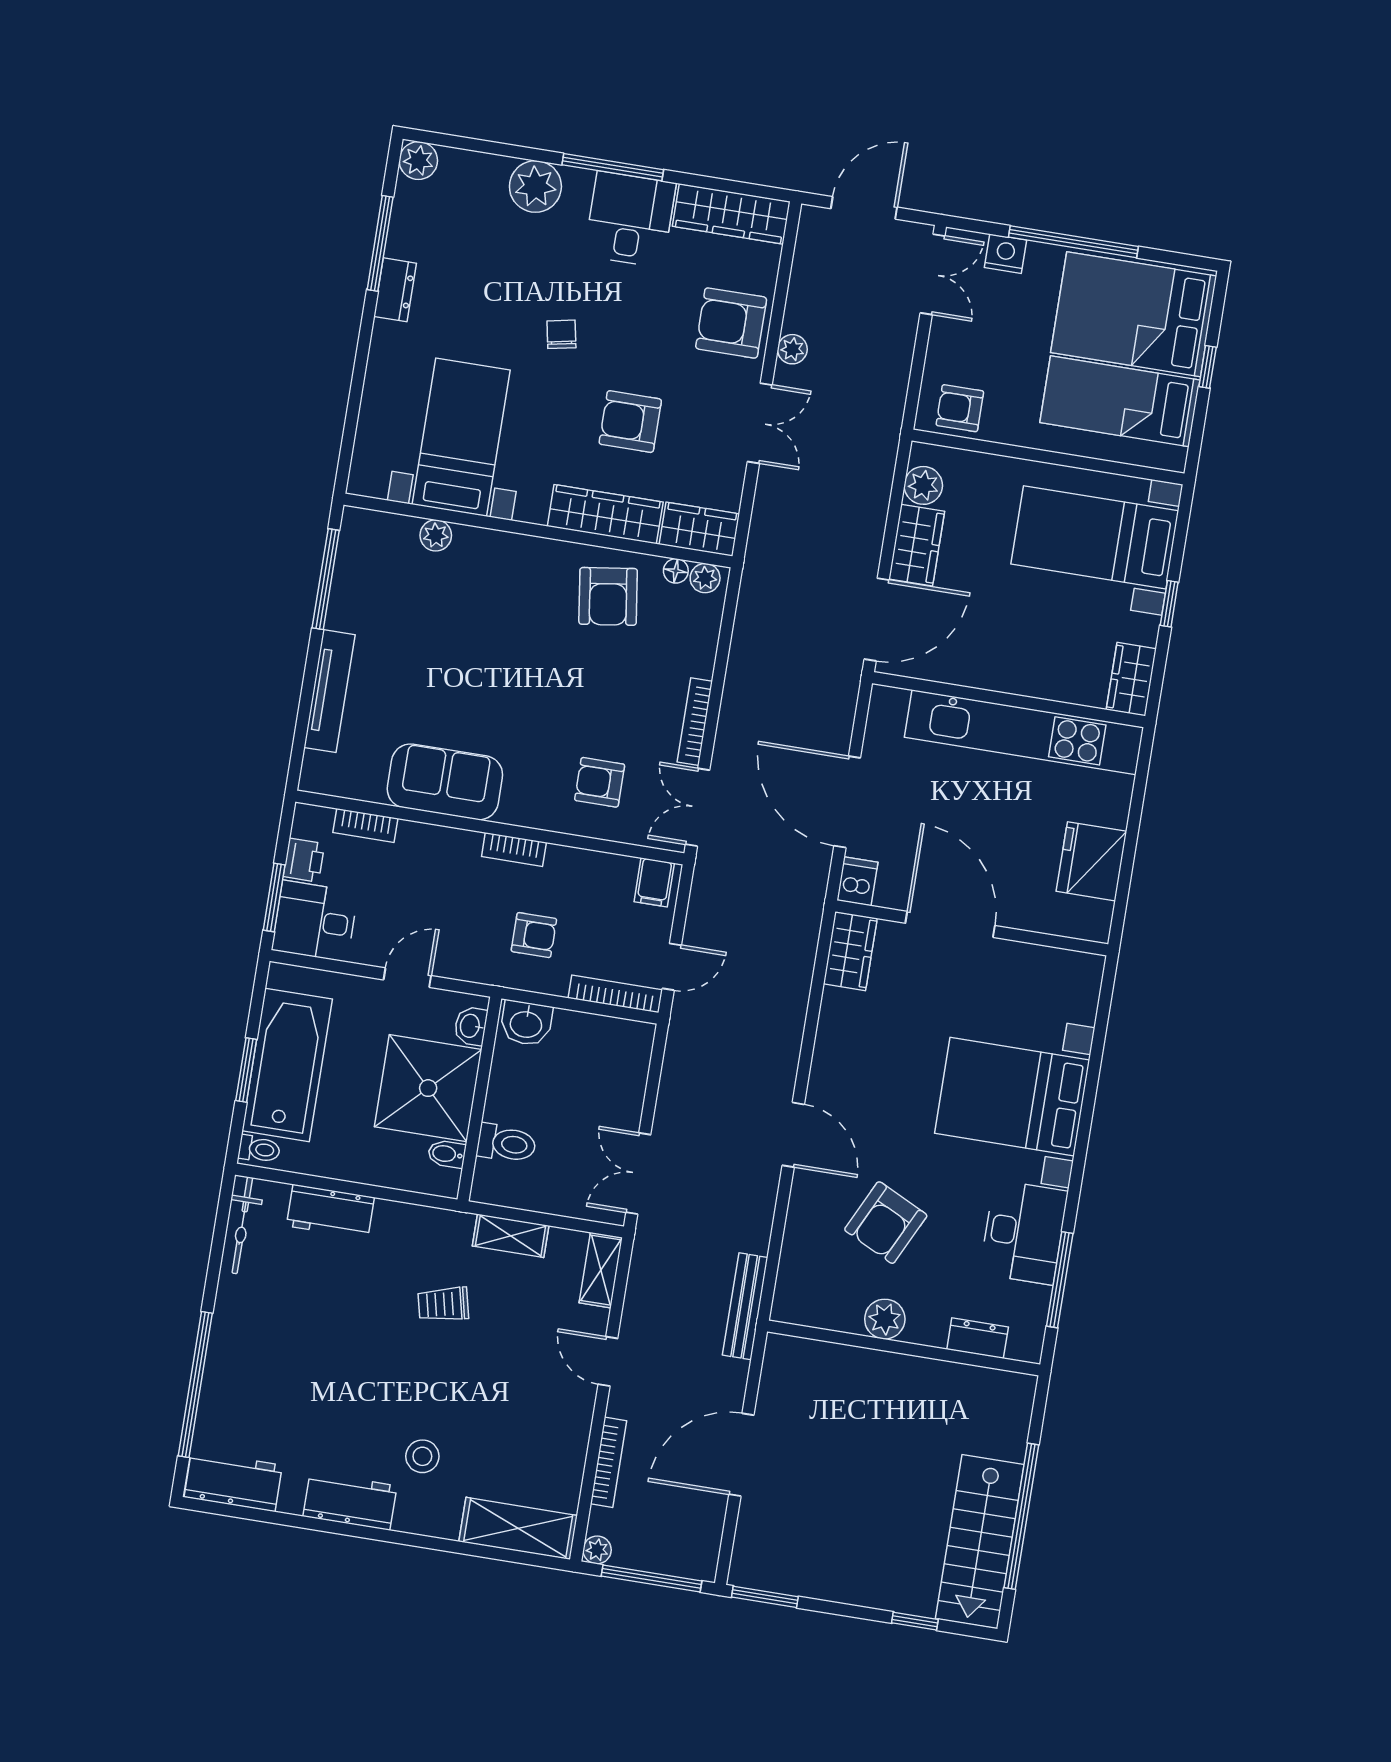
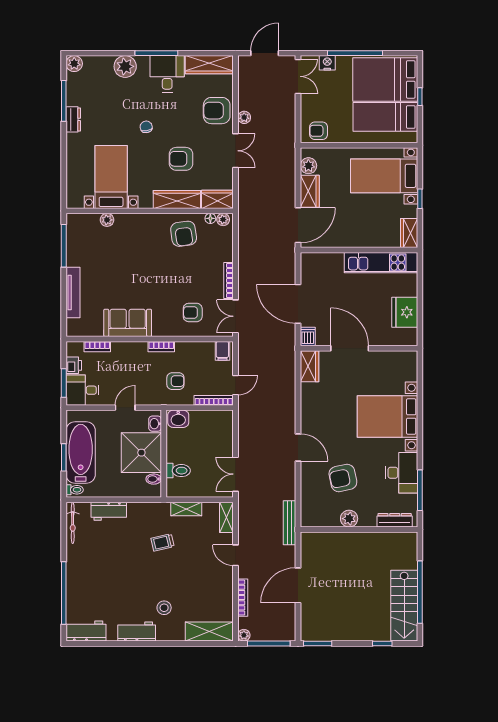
kitchen unit: (1024, 732) -> (381, 263), width x0.73
armchair: (886, 1223) -> (343, 478), turned 52
dresser: (978, 1338) -> (395, 520), width x1.44

